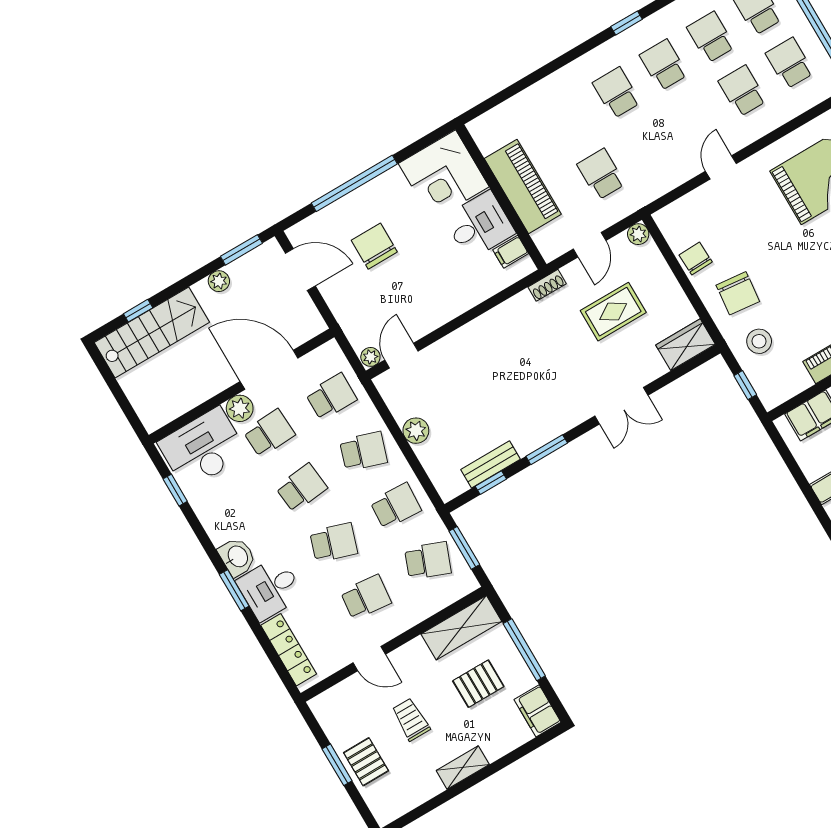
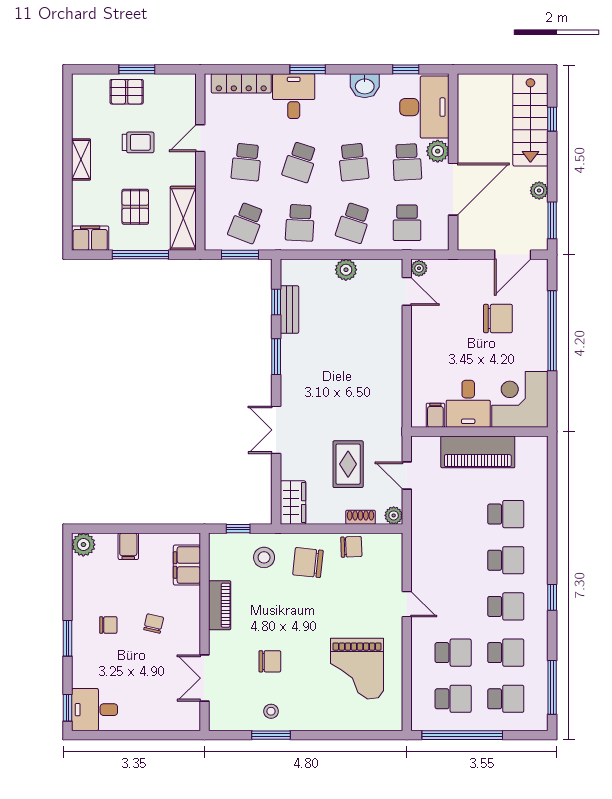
school desk: (601, 174) -> (506, 514), moved
shoe rack: (547, 285) -> (361, 517), moved, turned 90
washbasin: (237, 557) -> (365, 86), moved

